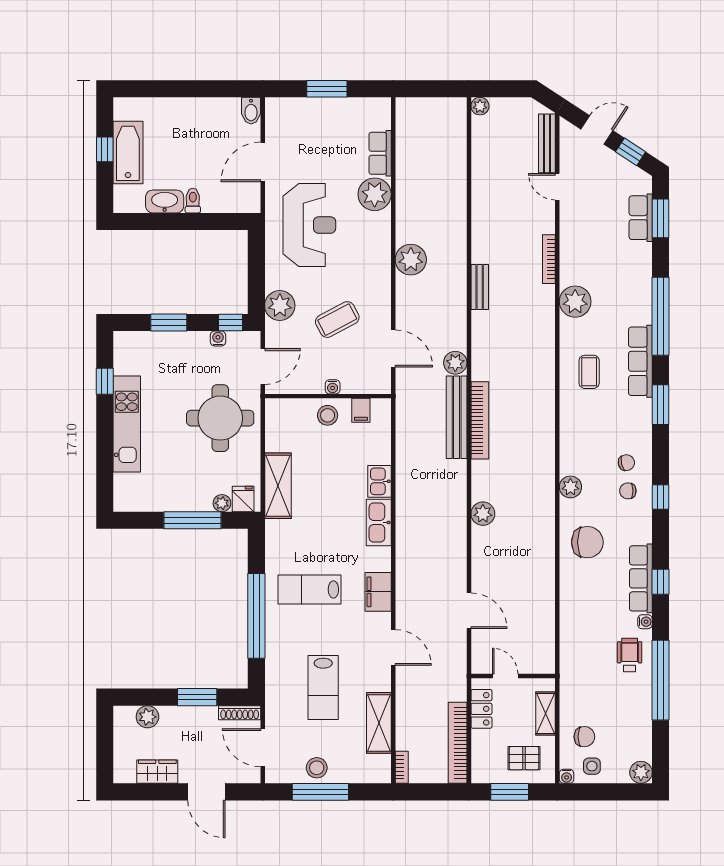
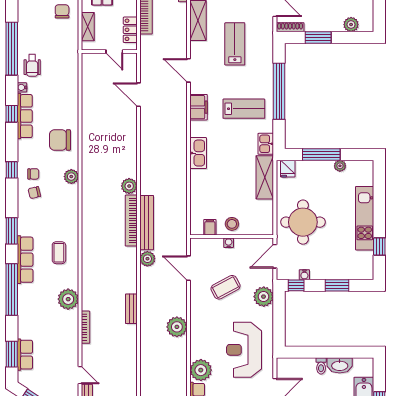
kitchen sink: (379, 481) -> (266, 144), moved, turned 180
plant: (222, 503) -> (340, 166), moved
plant: (483, 514) -> (129, 186), moved
chair: (584, 737) -> (62, 11), turned 90

